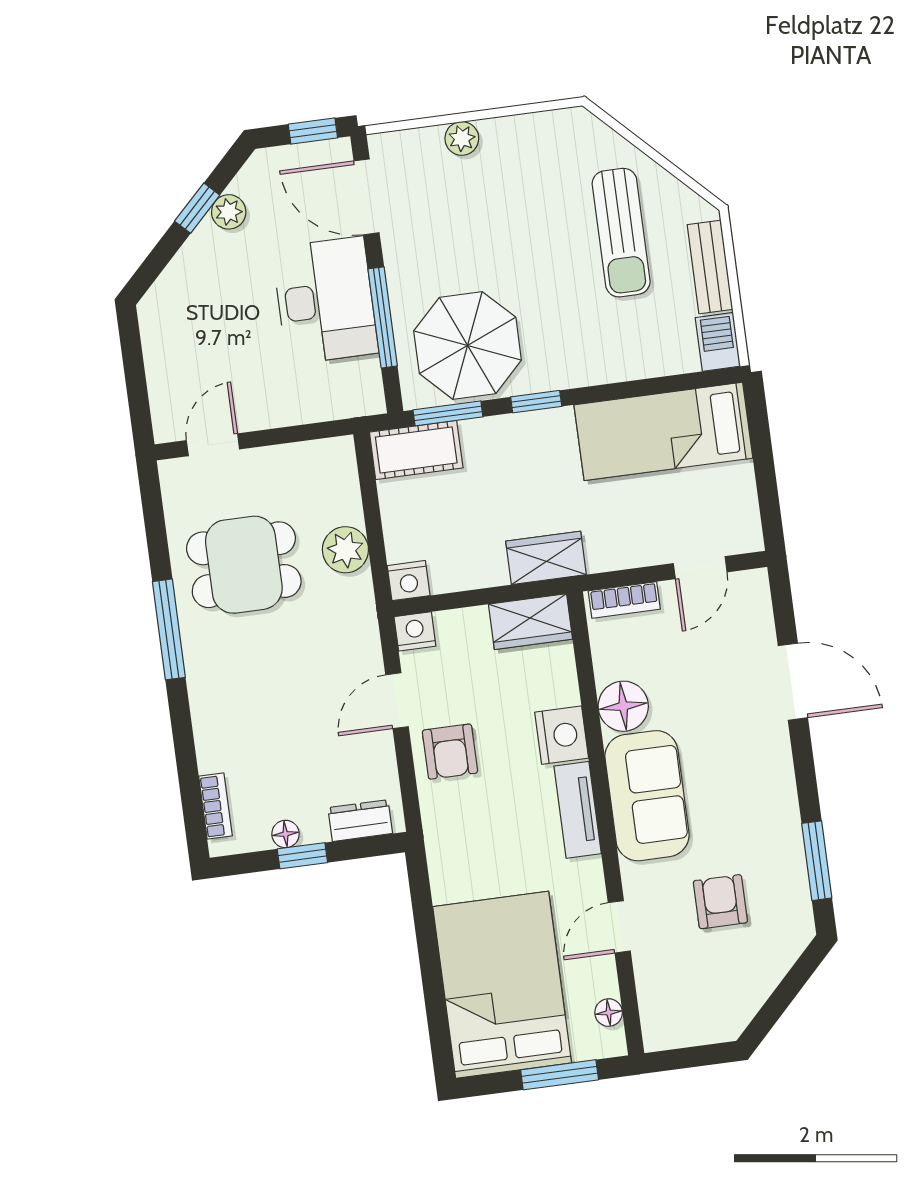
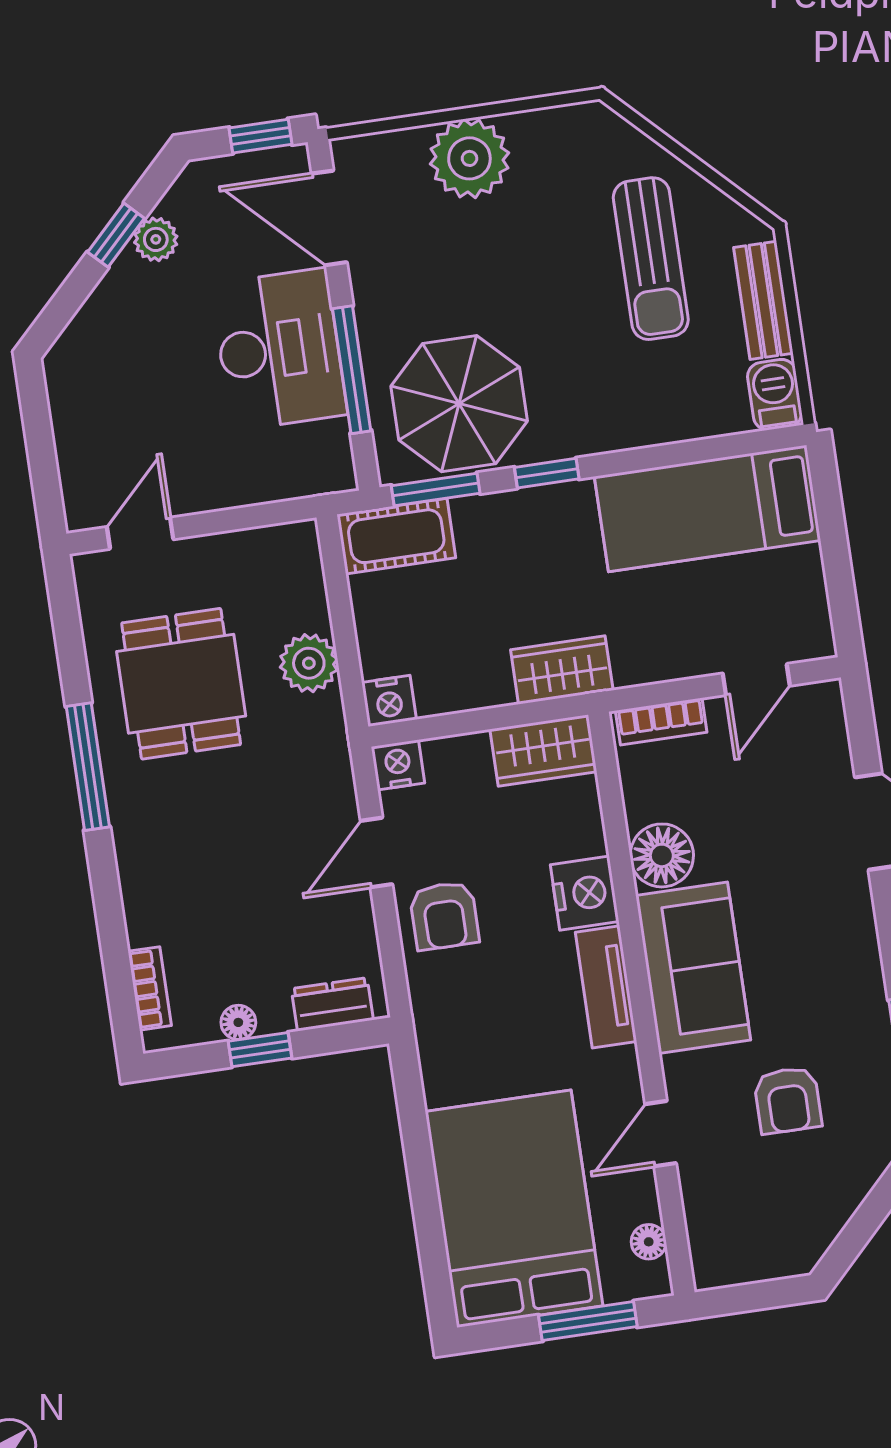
plant: (462, 138) -> (469, 158), width x1.88, depth x1.88
dining table: (244, 565) -> (181, 684), turned 90
armchair: (720, 902) -> (788, 1100), turned 180

